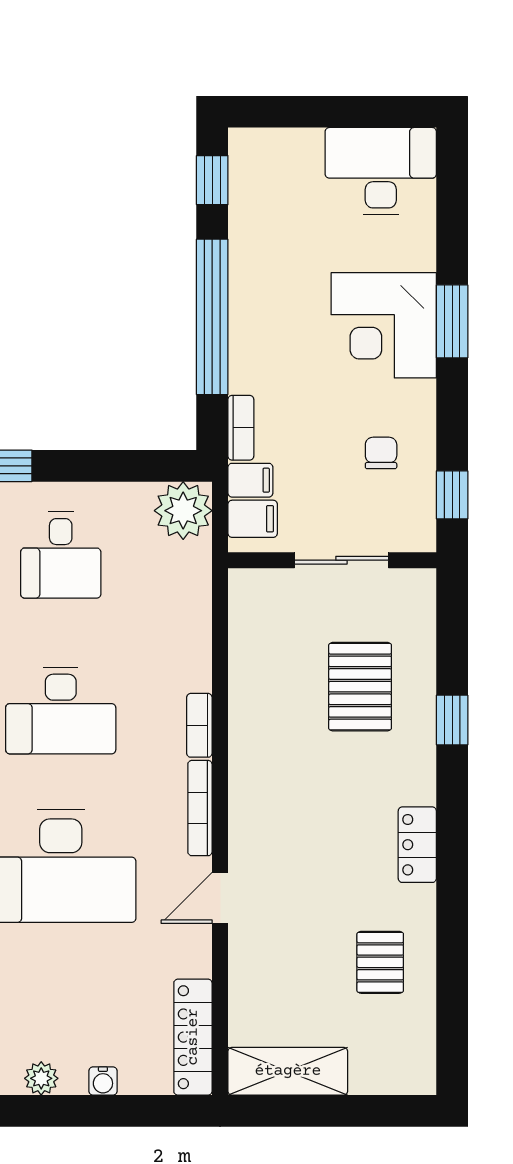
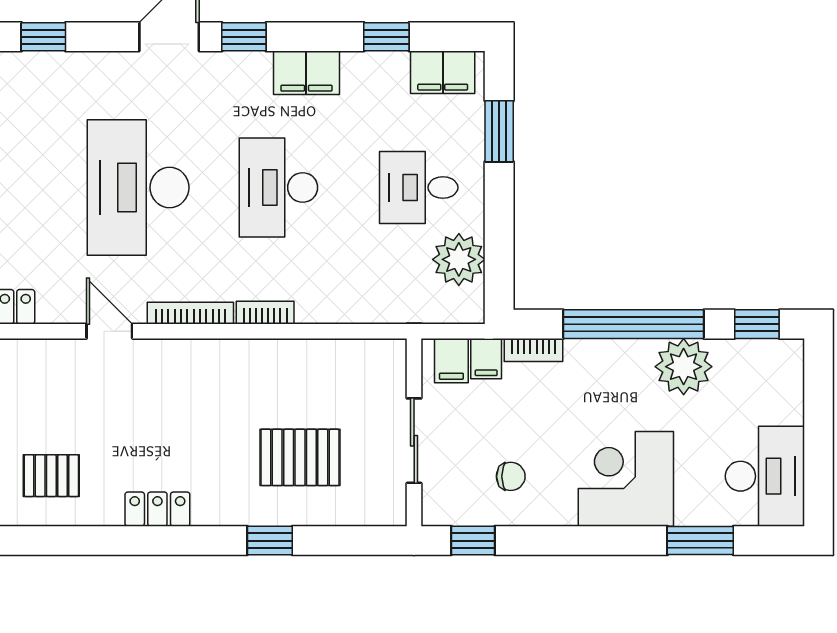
plant: (259, 261) -> (684, 367), added
window: (452, 321) -> (700, 541), moved
plant: (183, 511) -> (459, 259), moved

